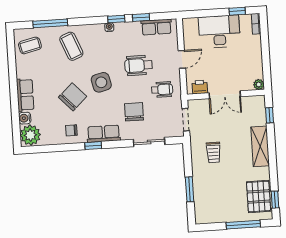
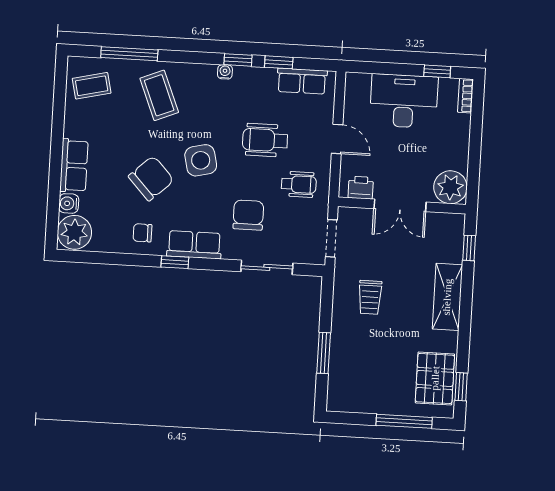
door: (182, 59) -> (337, 139), hinge flipped
plant: (259, 84) -> (450, 187), width x1.88, depth x1.88

